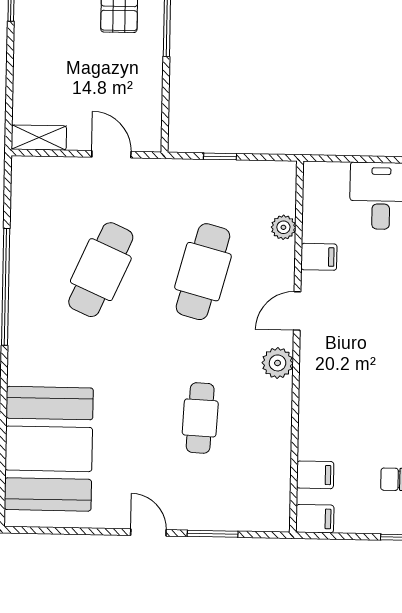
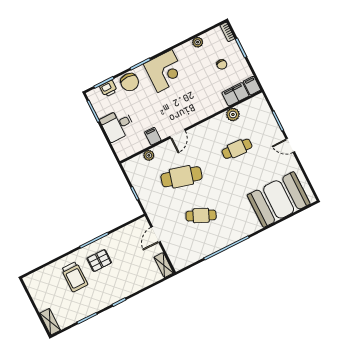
cafe table: (101, 270) -> (201, 216), width x0.73, depth x0.74
door: (297, 311) -> (178, 134), hinge flipped
plant: (278, 363) -> (233, 114), moved
filing cabinet: (315, 475) -> (235, 94), width x2.00
door: (148, 533) -> (290, 145), hinge flipped

